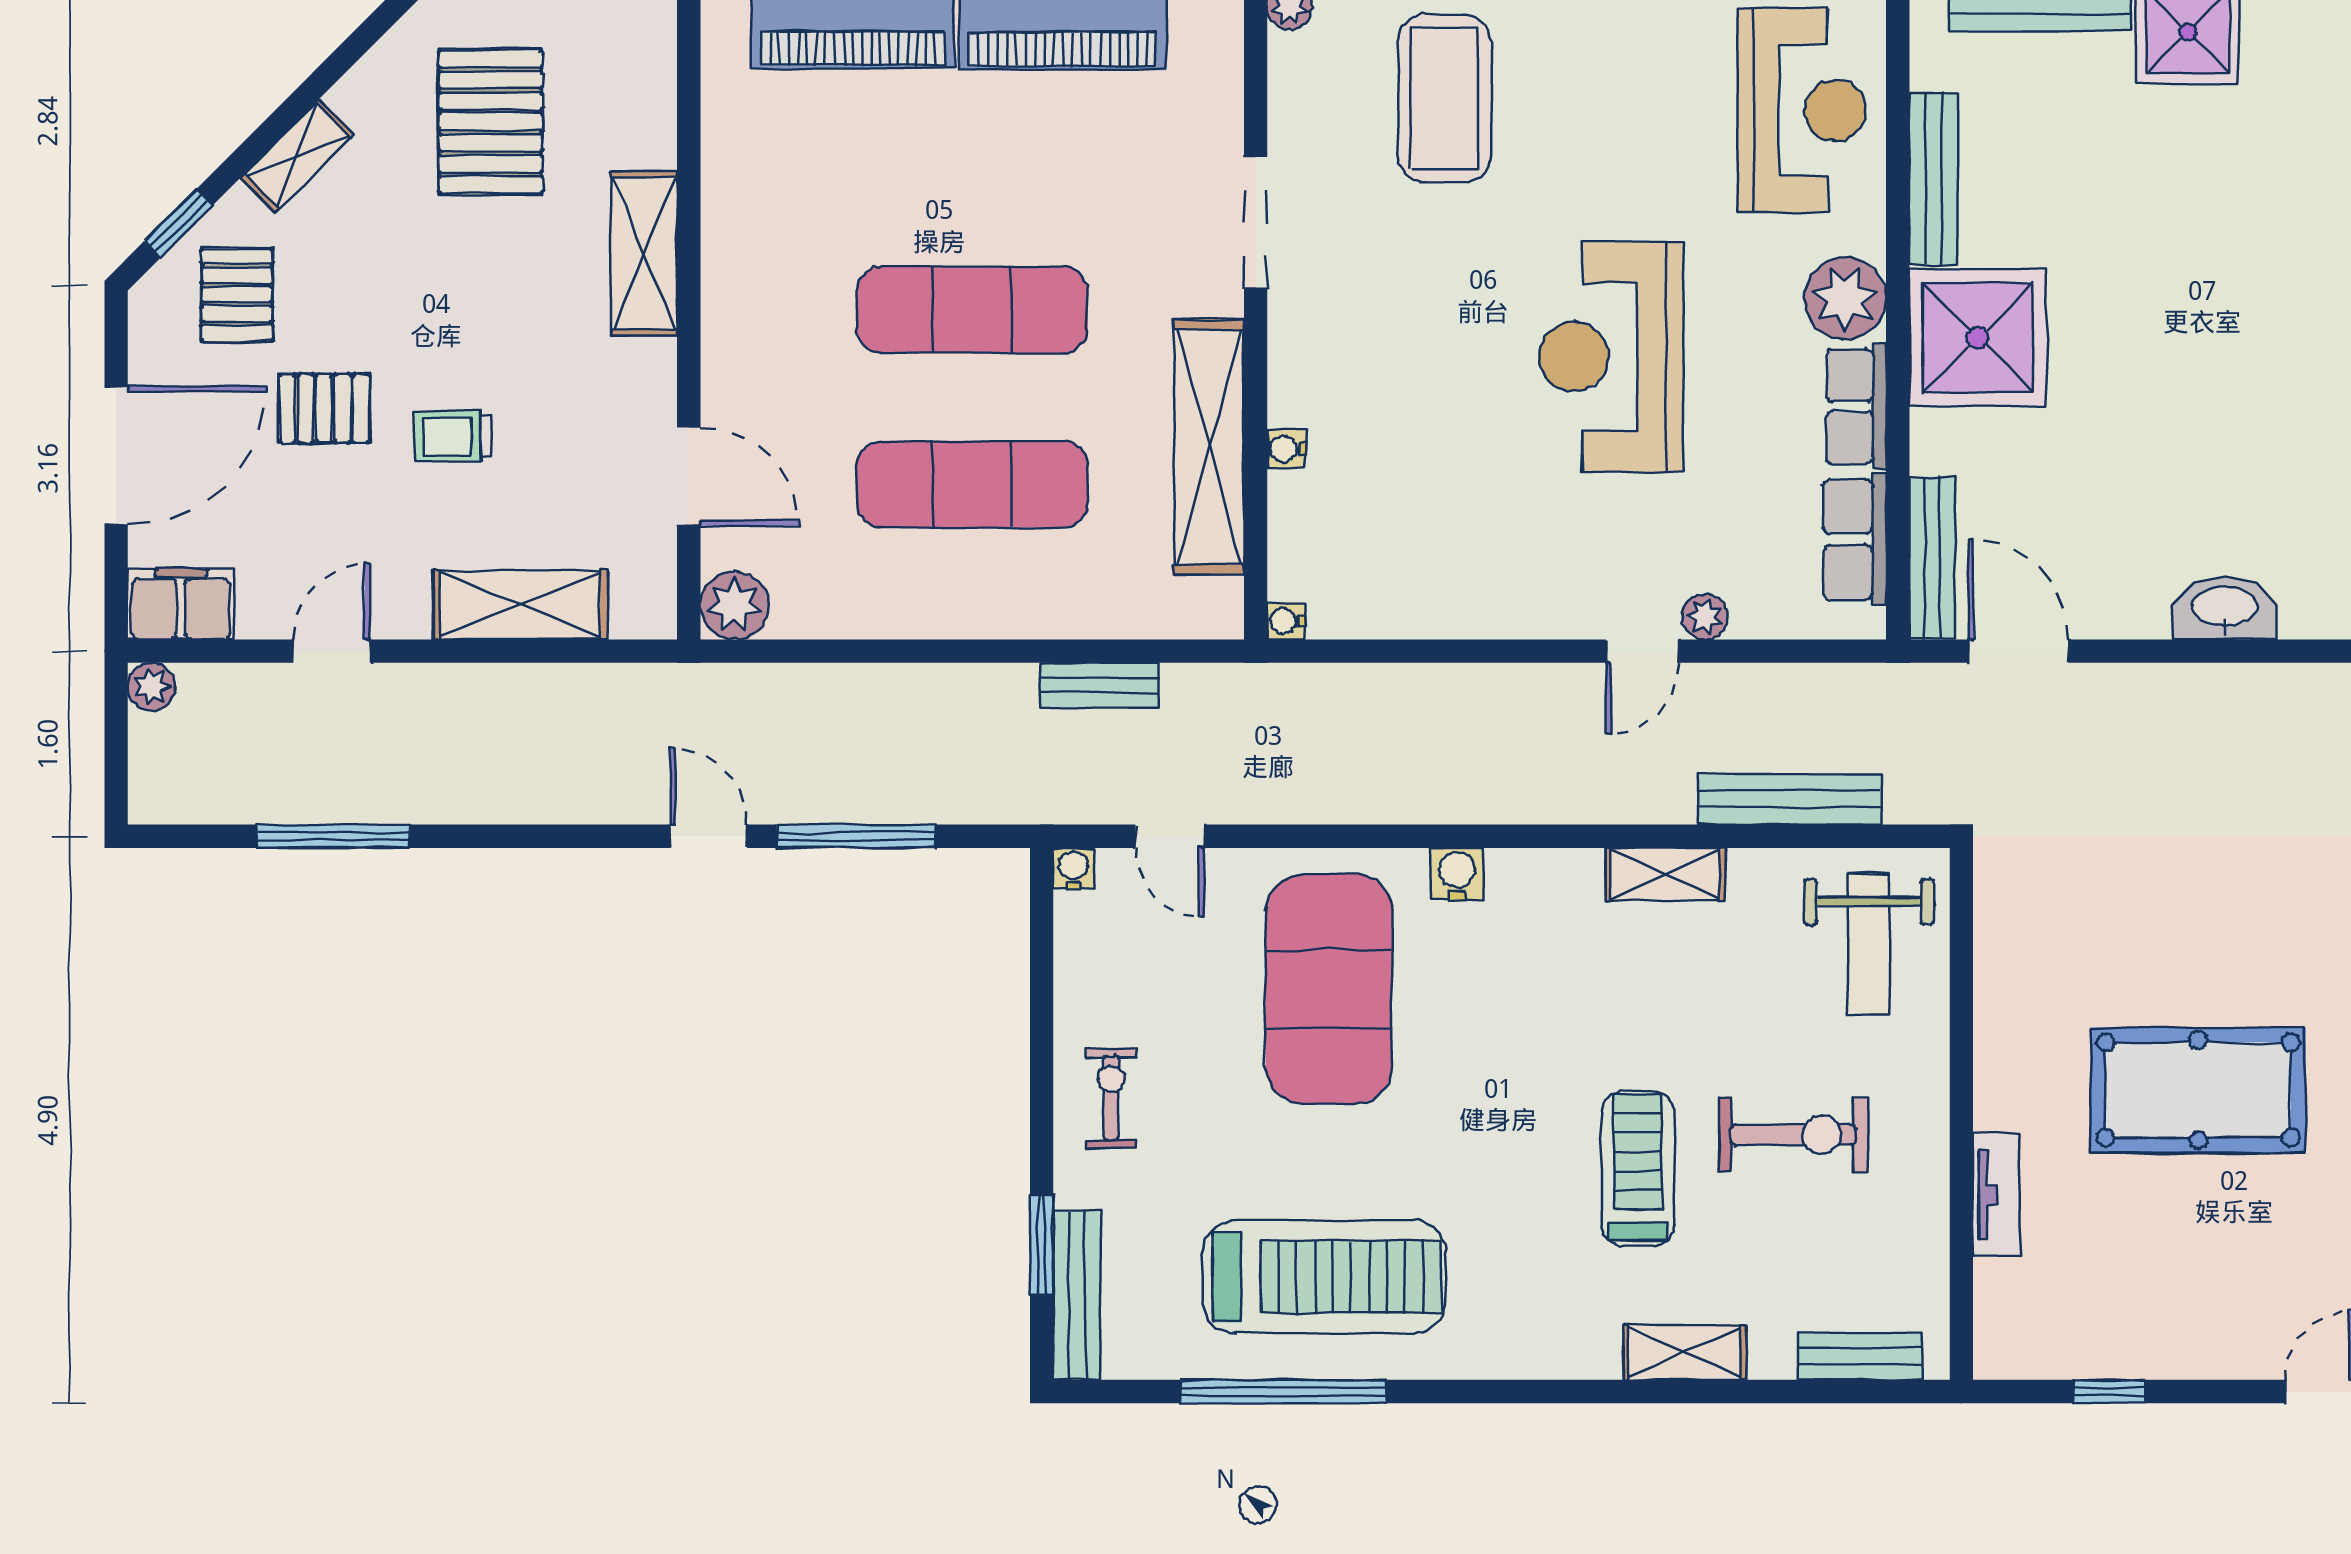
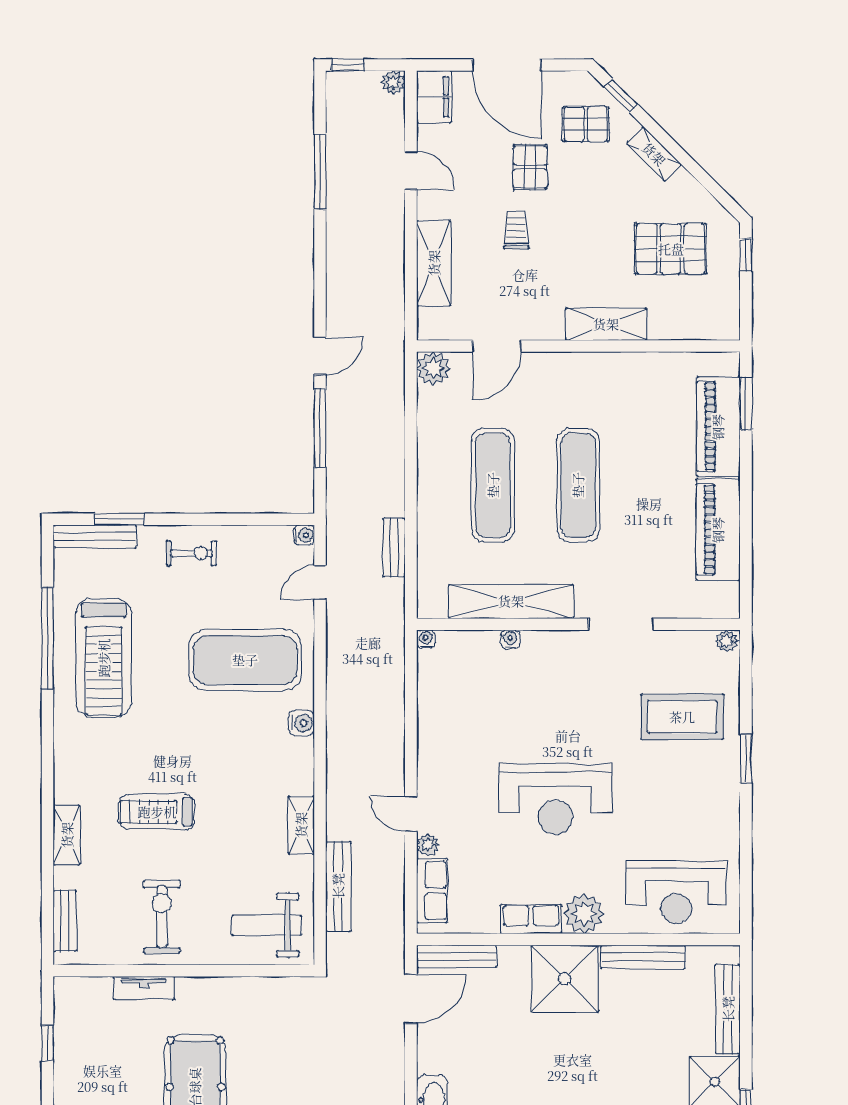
reception desk: (1611, 357) -> (555, 799), turned 180
row of seats: (1855, 539) -> (432, 891), moved, turned 90
window: (116, 779) -> (348, 65), added
exercise bike: (1793, 1135) -> (162, 917), moved, turned 180
treadmill: (1638, 1169) -> (157, 812), turned 180

